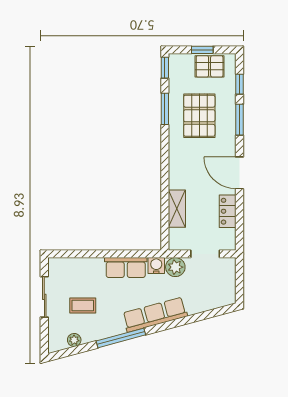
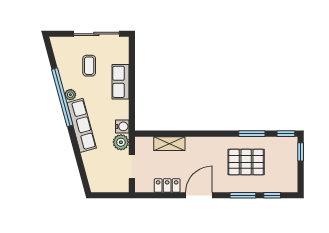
window: (202, 50) -> (301, 152), moved
pallet: (210, 66) -> (287, 171), removed
row of seats: (126, 268) -> (121, 82), moved
sliding door: (44, 297) -> (96, 34), width x1.37
window: (121, 338) -> (62, 97), width x1.46
plant: (74, 340) -> (70, 95), moved

